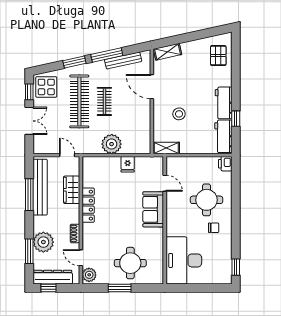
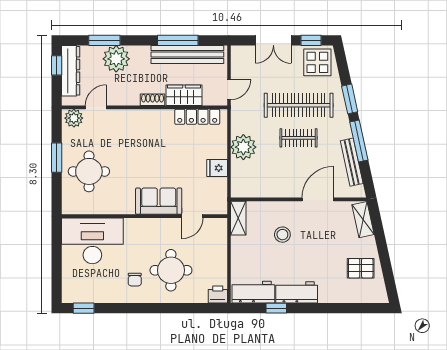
pallet: (218, 56) -> (361, 268), moved
locker: (88, 205) -> (197, 117), moved
shoe rack: (75, 233) -> (153, 100), moved

